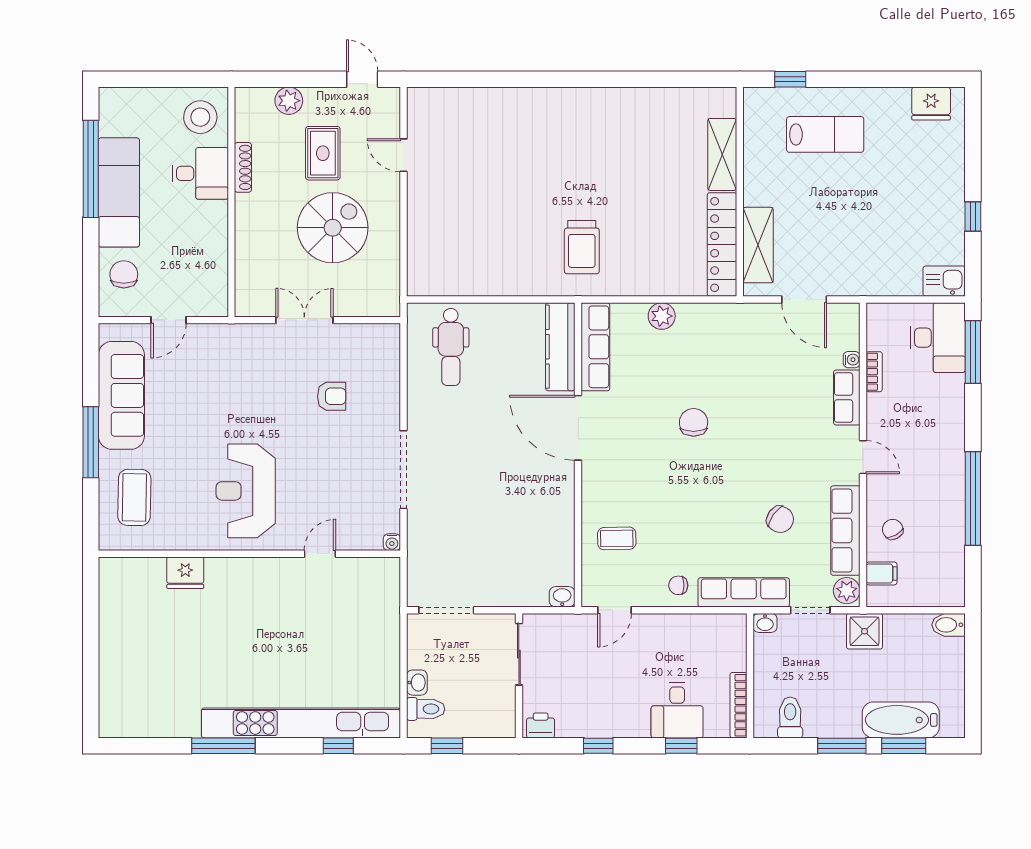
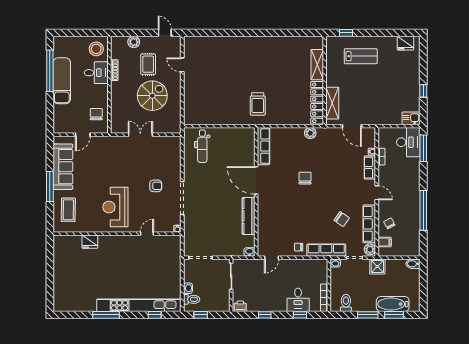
chair: (124, 274) -> (96, 114), moved
plant: (662, 316) -> (310, 133), moved
kitchen counter: (560, 347) -> (249, 216), moved
armchair: (332, 396) -> (156, 186), moved
coffee table: (617, 538) -> (273, 227), removed

